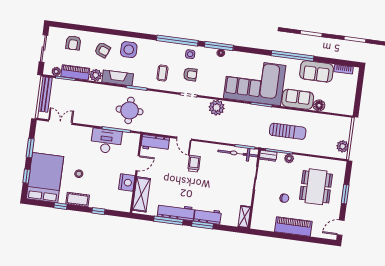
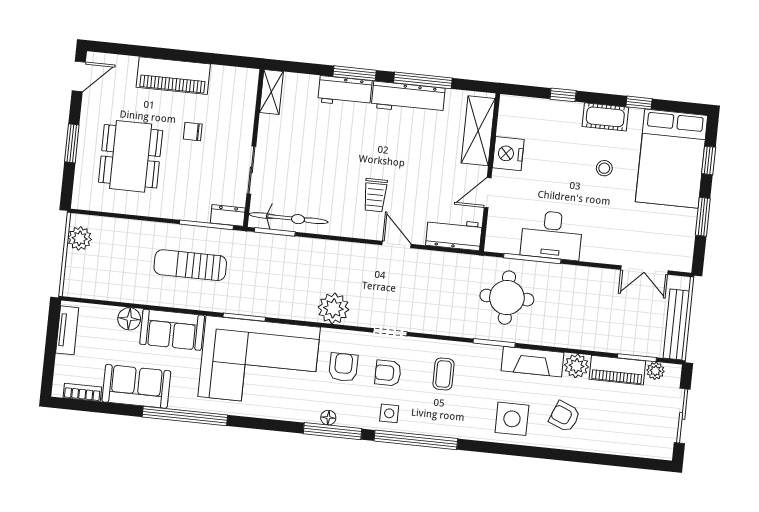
armchair: (73, 43) -> (343, 367), moved
tv unit: (350, 101) -> (67, 330), added
plant: (289, 158) -> (186, 211), removed

